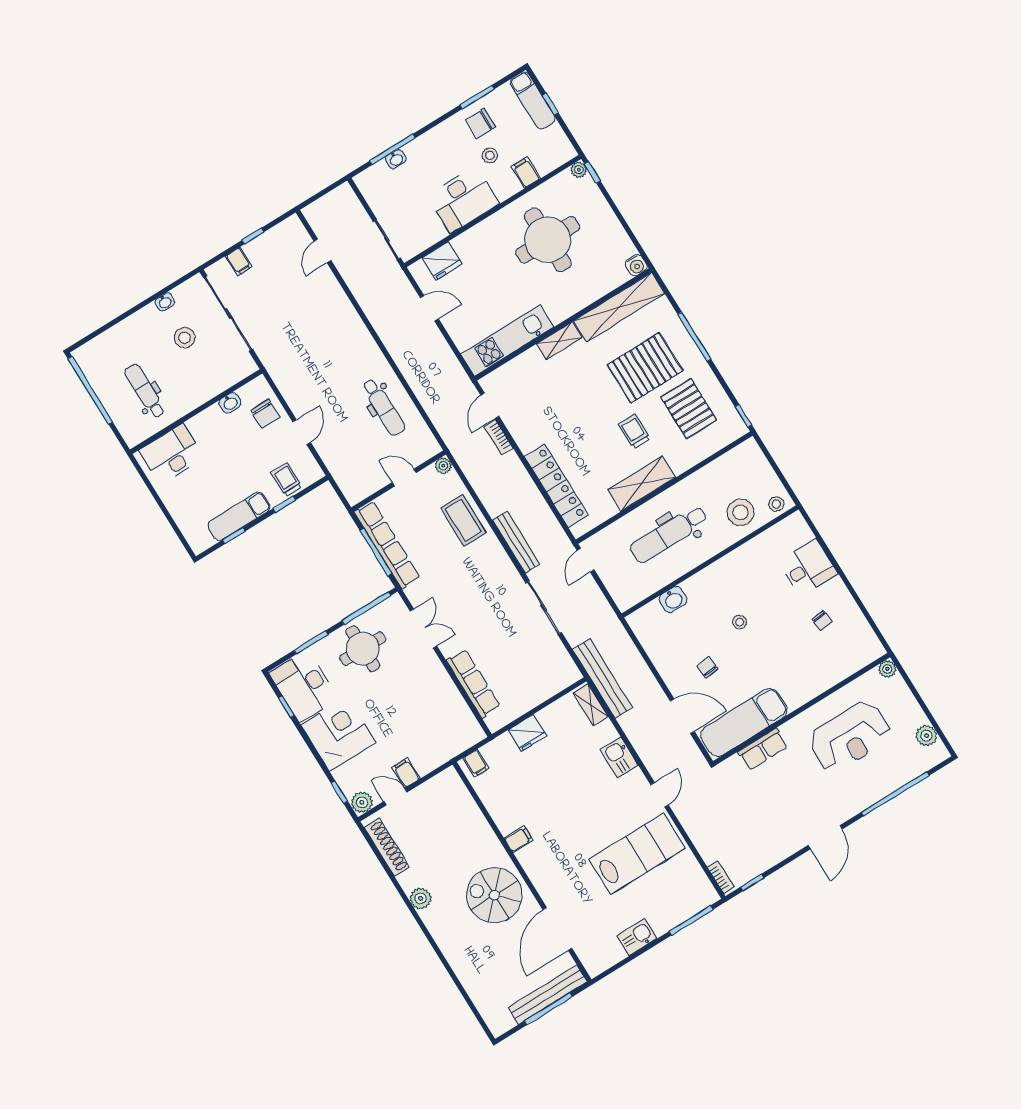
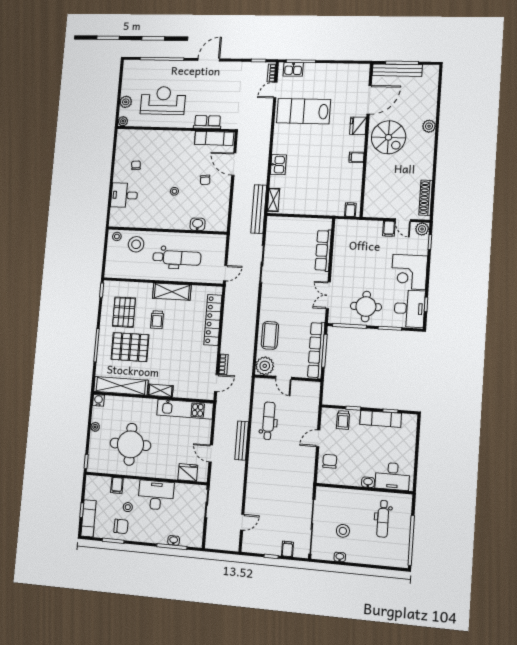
plant: (579, 170) -> (95, 427), moved
washbasin: (230, 403) -> (368, 482), moved
plant: (443, 466) -> (265, 366), width x1.88, depth x1.88
bench: (516, 542) -> (242, 441), moved
exam couch: (744, 722) -> (214, 138), width x0.73, depth x0.69
fridge: (527, 733) -> (358, 126), moved, turned -90
plant: (926, 736) -> (126, 102), moved
door: (660, 795) -> (275, 90), moved
plant: (421, 898) -> (429, 126), moved
kitchen sink: (637, 937) -> (293, 69), moved

